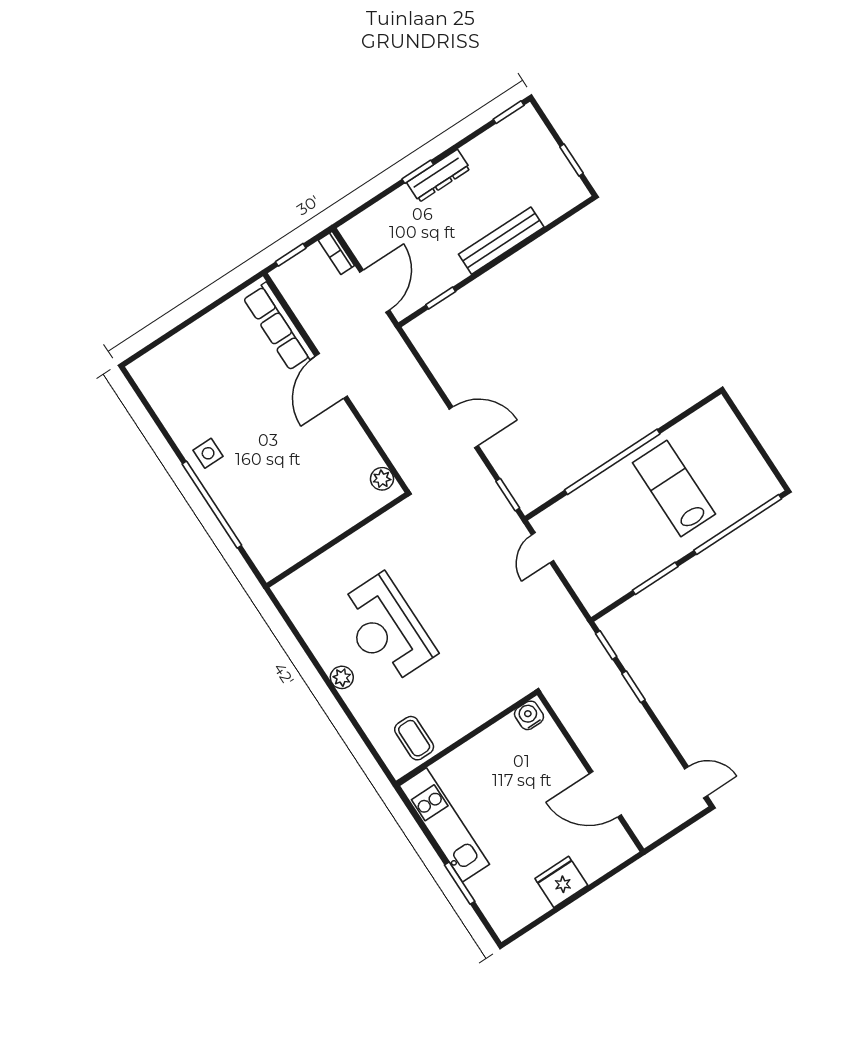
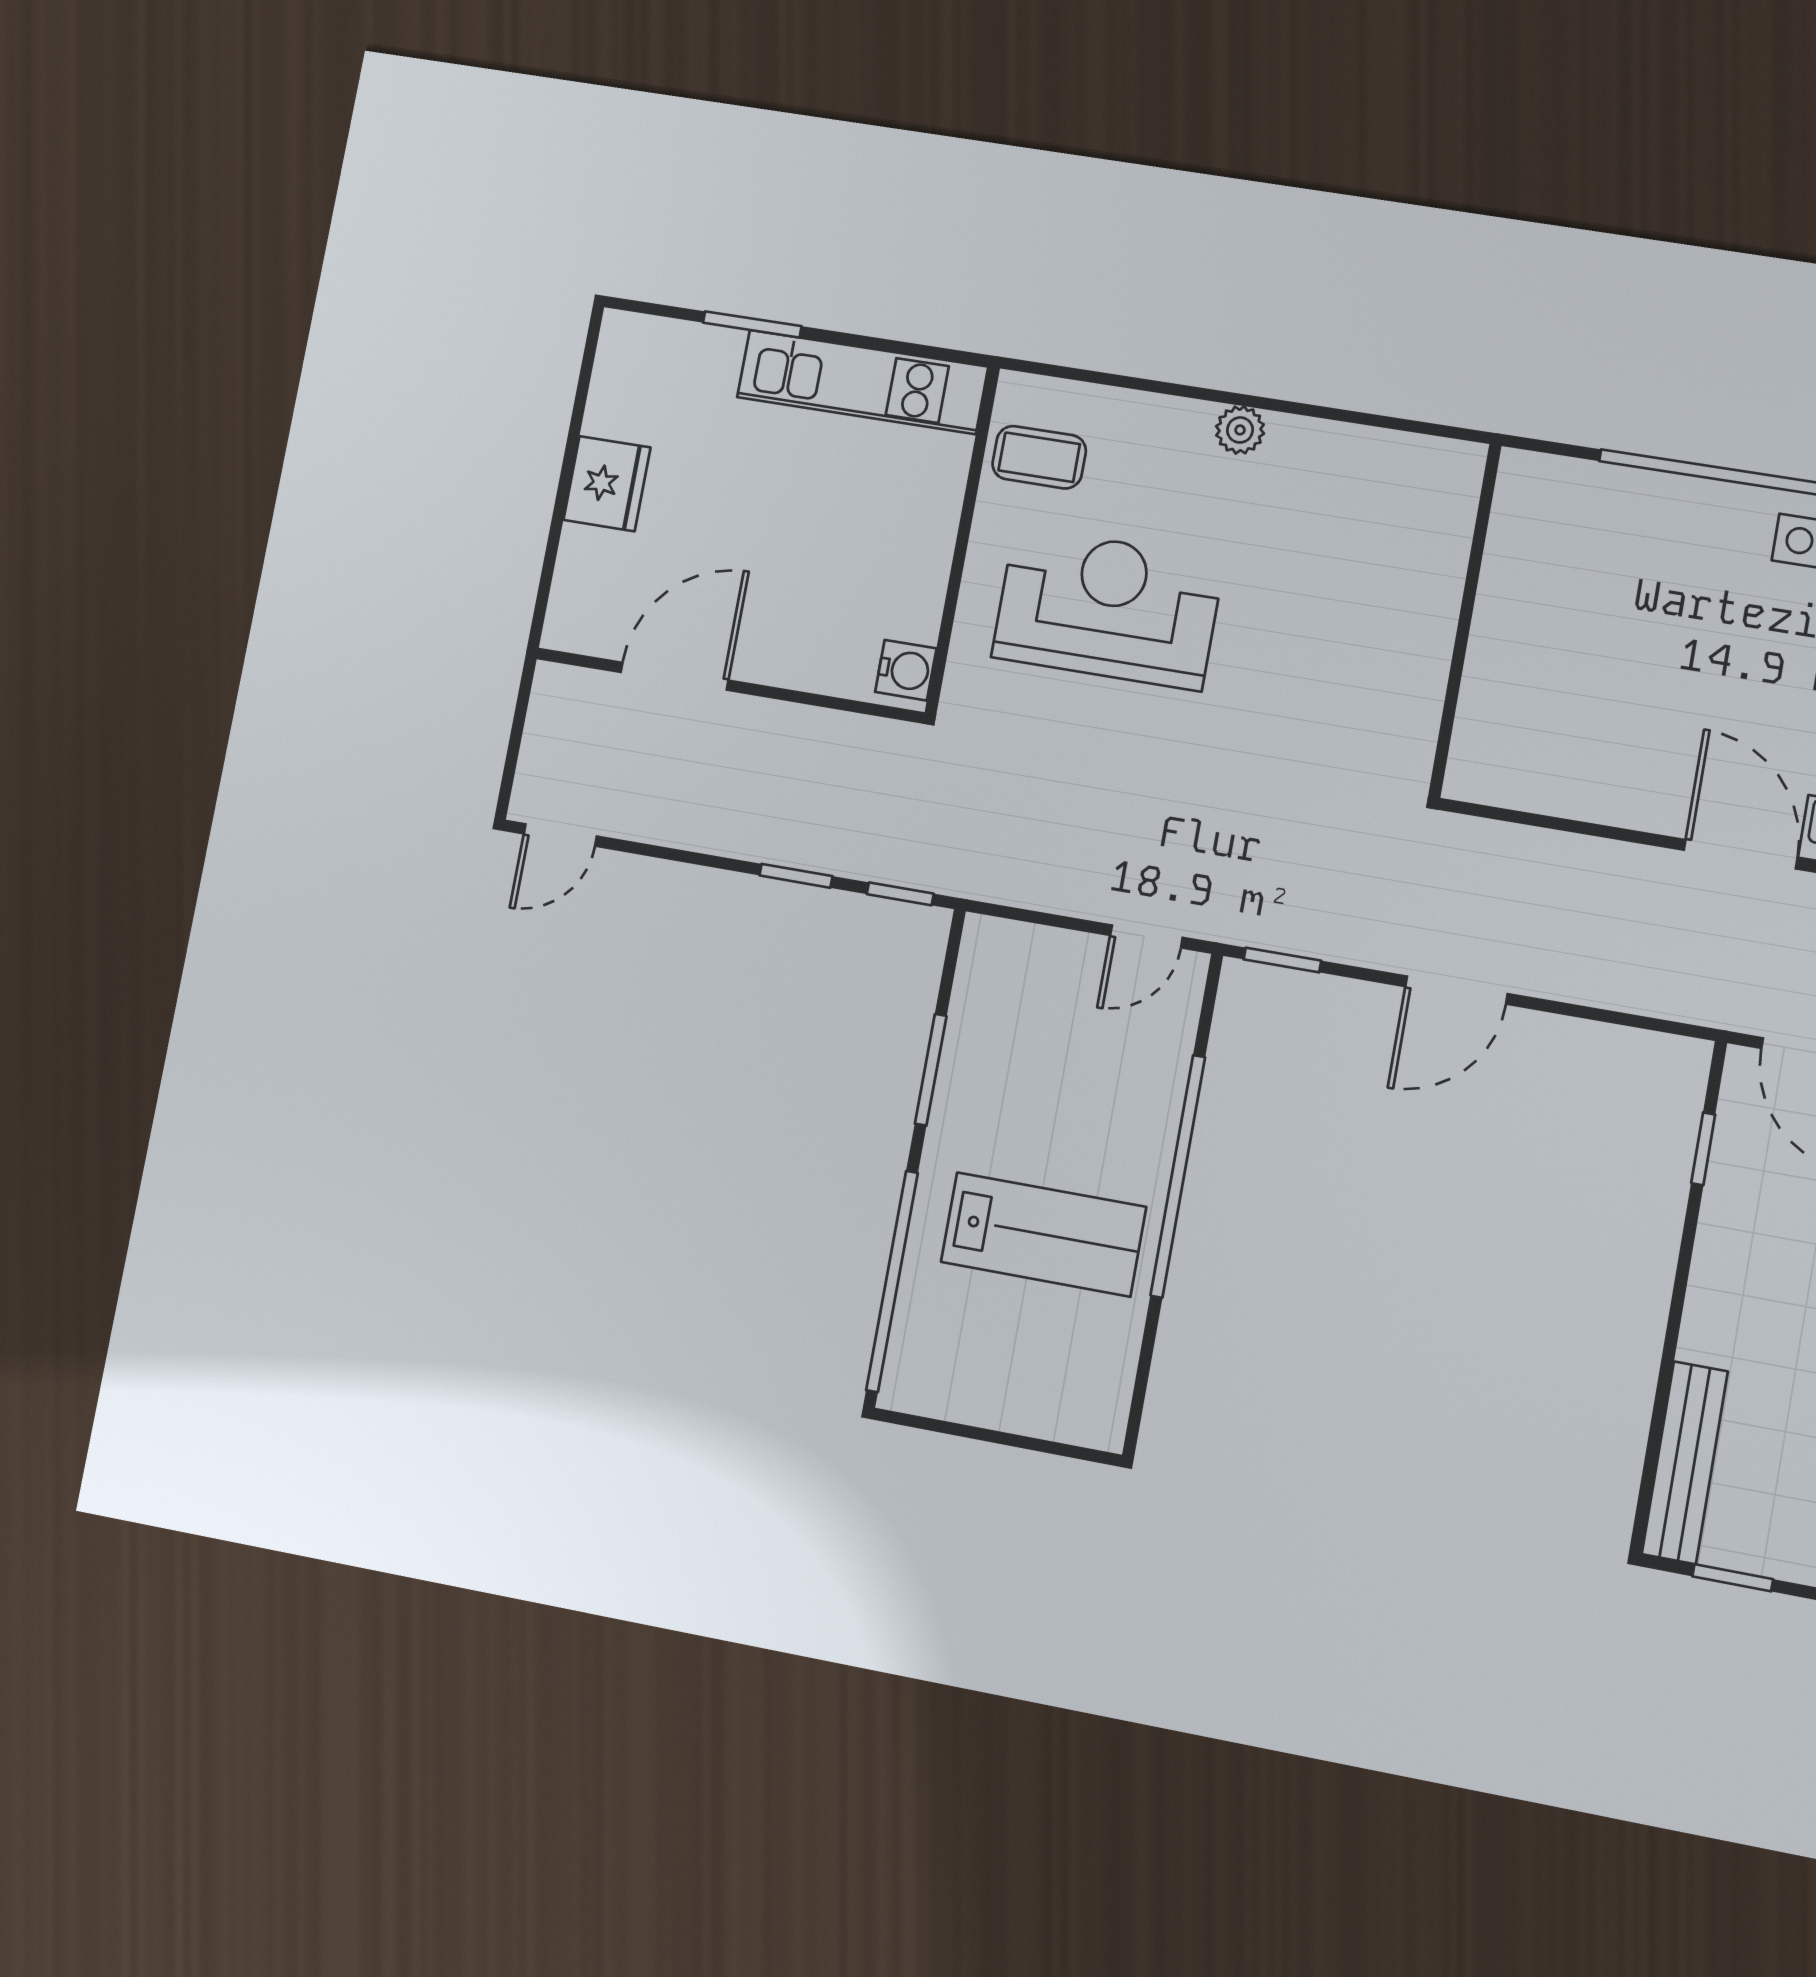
bench: (501, 241) -> (1685, 1463), moved
plant: (382, 479) -> (1496, 782), removed
door: (542, 548) -> (1146, 936), swing flipped
reception desk: (386, 629) -> (1108, 608), moved

